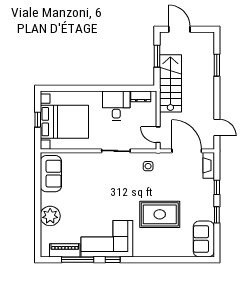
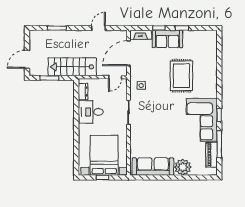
door: (217, 128) -> (98, 28), moved
sofa: (51, 174) -> (153, 167), width x1.36
sofa: (204, 239) -> (167, 39), moved

